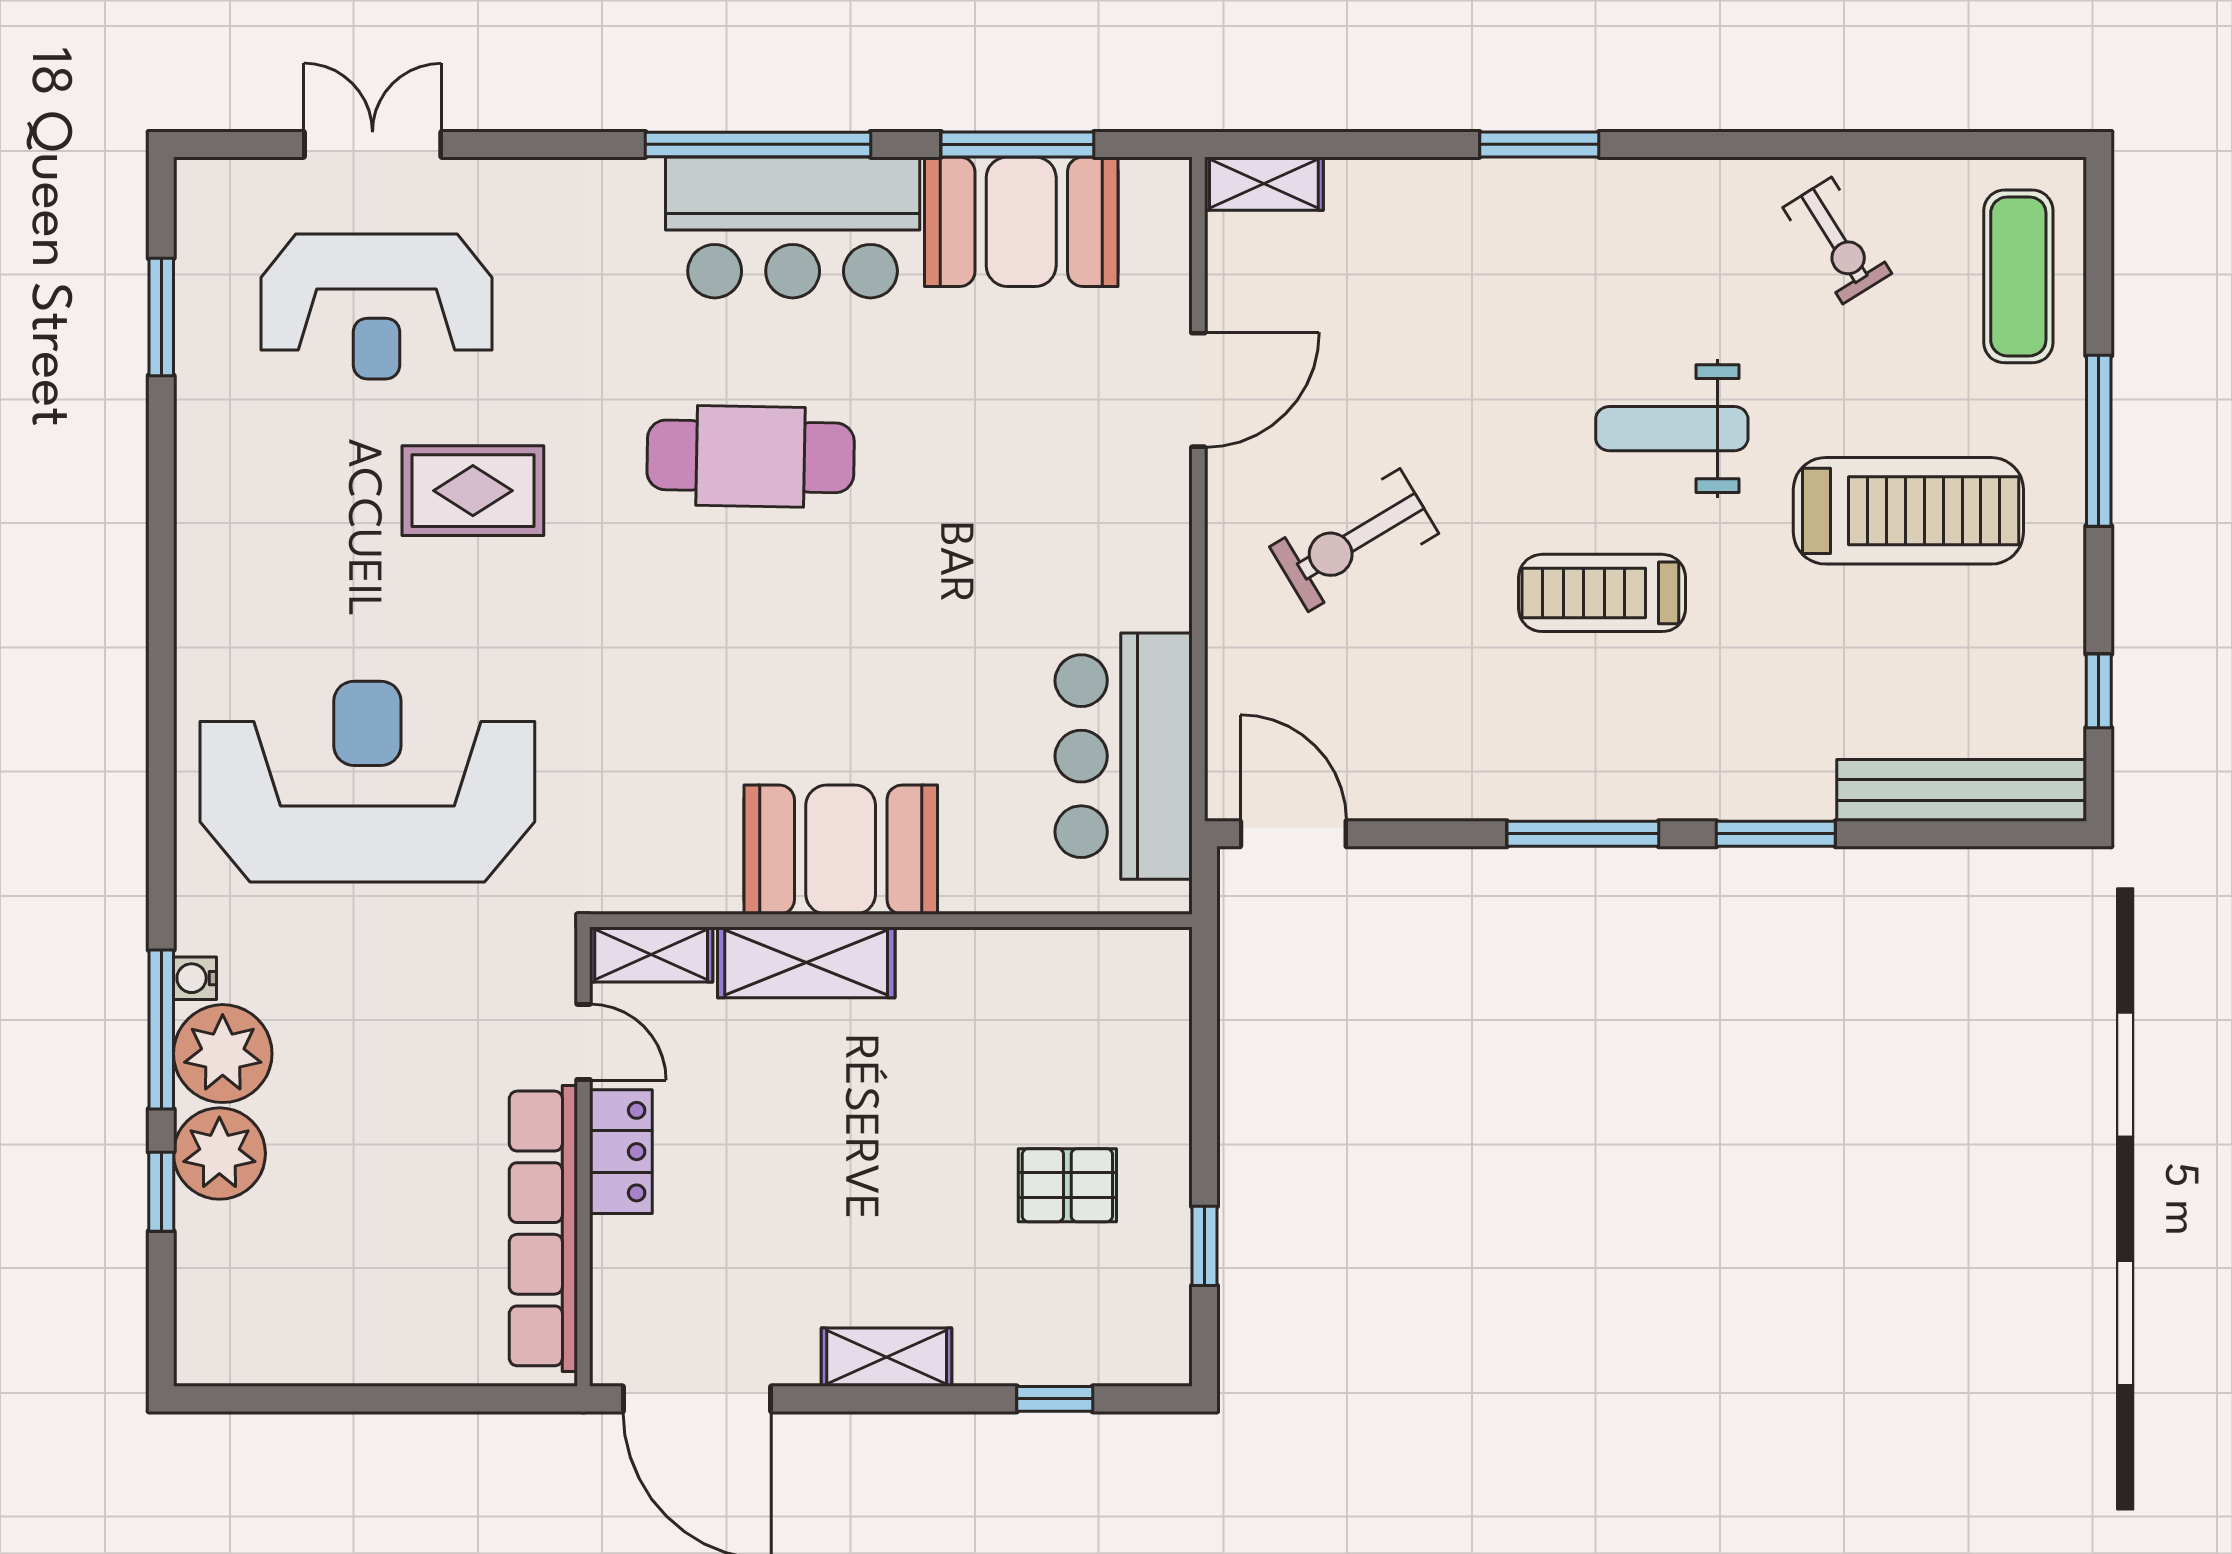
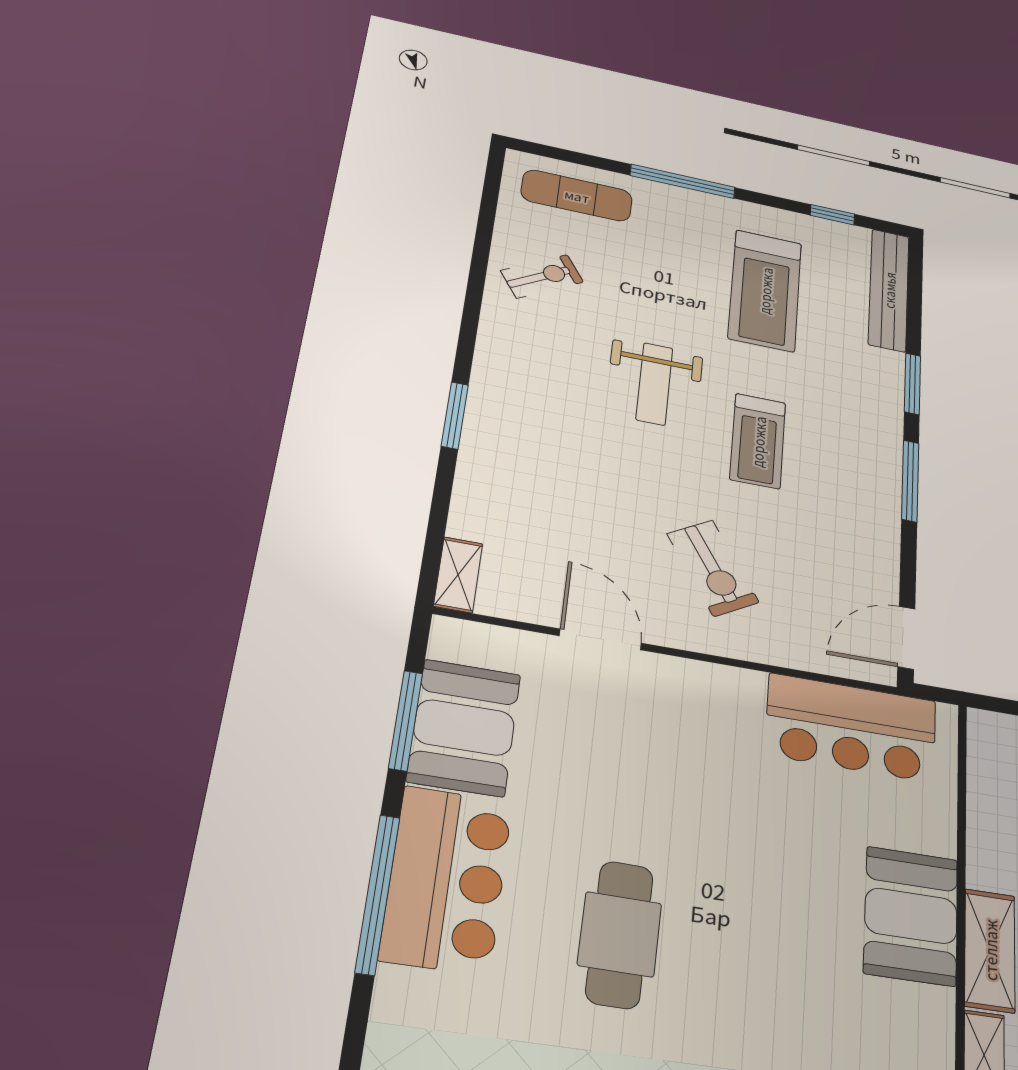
treadmill: (1908, 511) -> (765, 290), moved, turned 180

